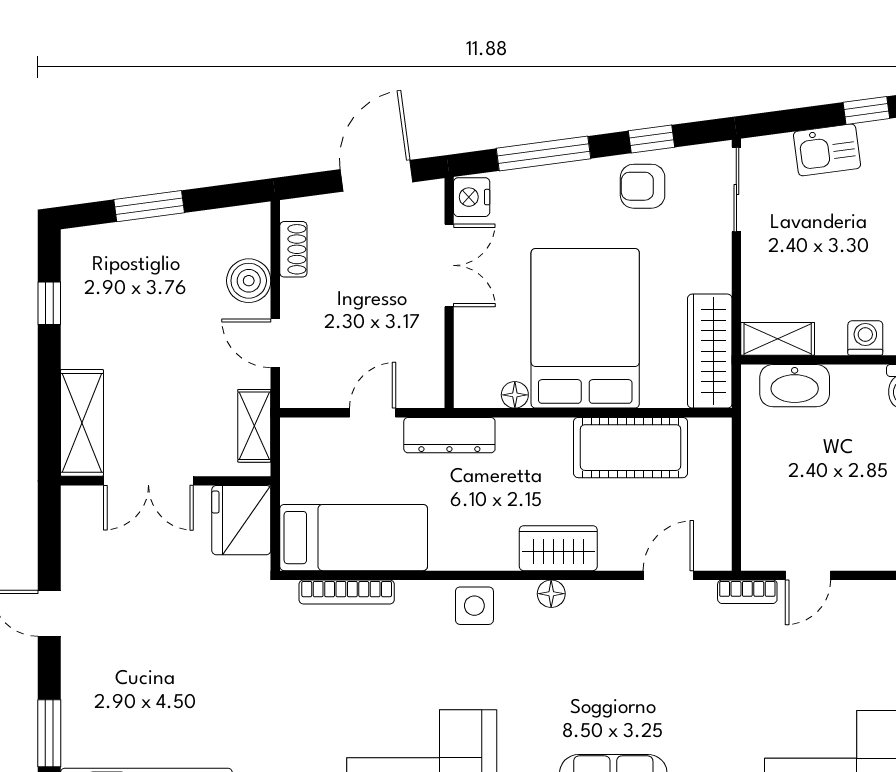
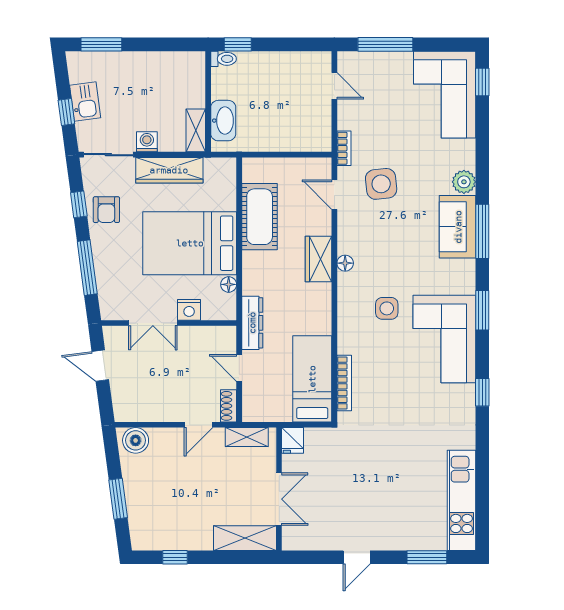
window: (866, 110) -> (66, 112), moved
door: (377, 176) -> (100, 366), width x0.73
nightstand: (472, 197) -> (189, 310), moved
shoe rack: (293, 249) -> (229, 406), moved, turned -90
double door: (449, 265) -> (153, 323), swing flipped
boiler: (249, 281) -> (136, 440), moved
washing machine: (865, 338) -> (147, 142), moved, turned 90
wardrobe: (710, 351) -> (169, 170), moved
fridge: (241, 520) -> (292, 440), width x0.53, depth x0.75
door: (808, 575) -> (334, 86), moved
side table: (474, 606) -> (387, 308), moved
side table: (686, 655) -> (381, 184), added

